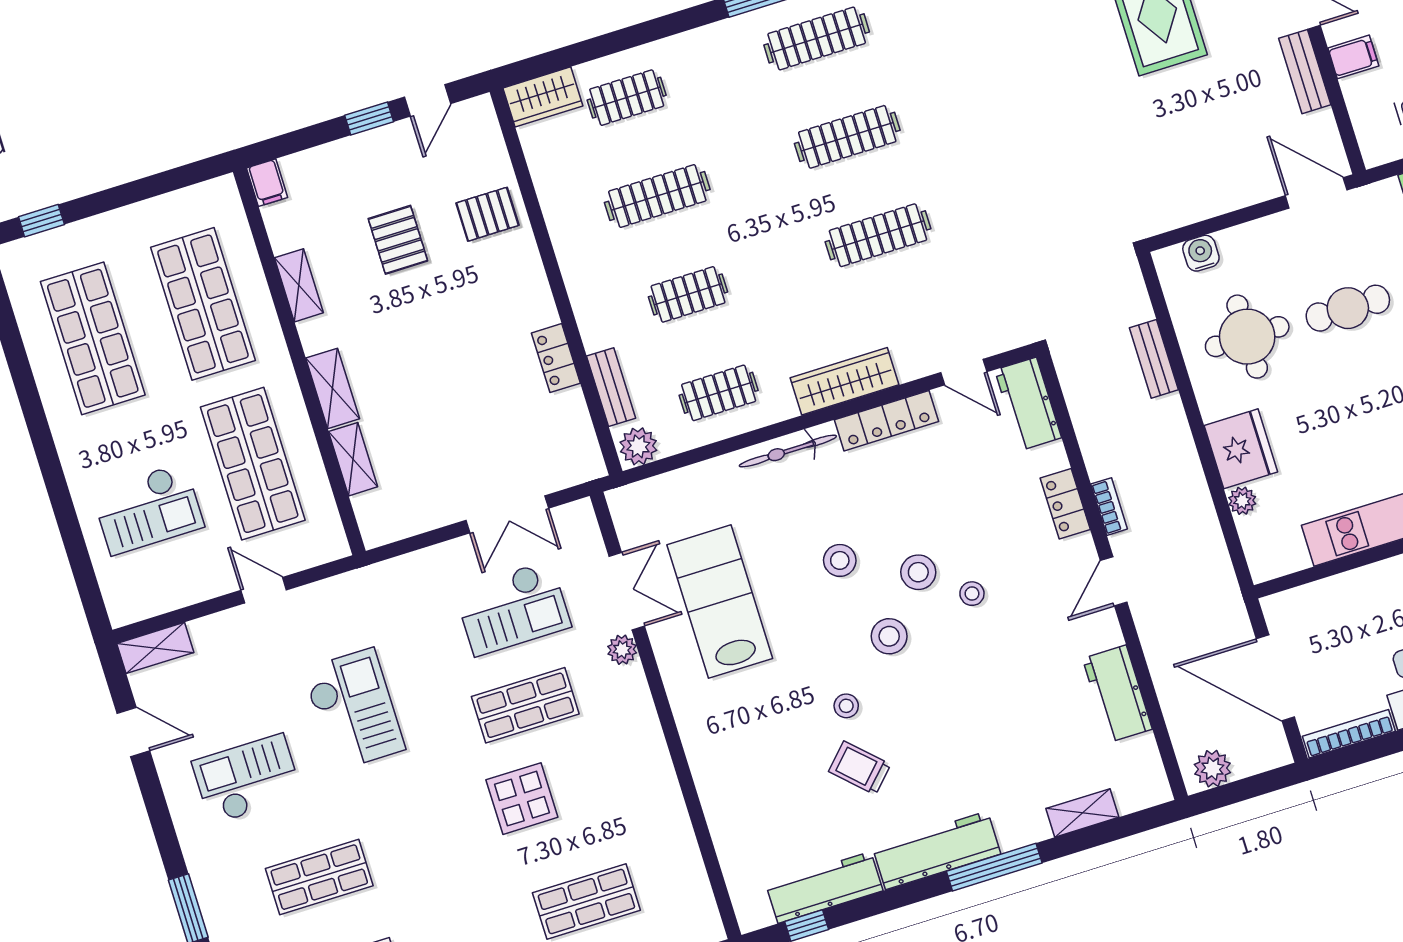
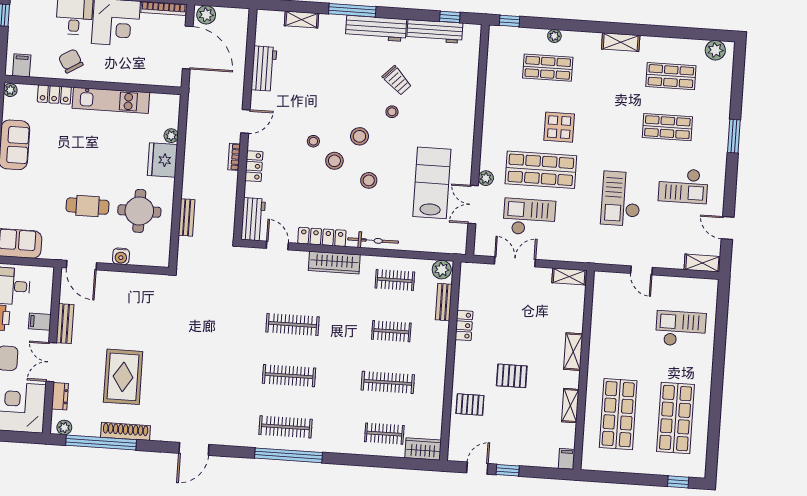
pallet: (398, 240) -> (512, 376), moved, turned 90
water cooler: (1201, 253) -> (121, 256), moved
shelving: (353, 459) -> (569, 276), moved, turned 90
shop shelf: (253, 464) -> (624, 331), removed
lab bench: (720, 602) -> (432, 183), turned 180
shop shelf: (525, 705) -> (541, 170), width x1.43, depth x1.36
plant: (1212, 769) -> (206, 15), moved

